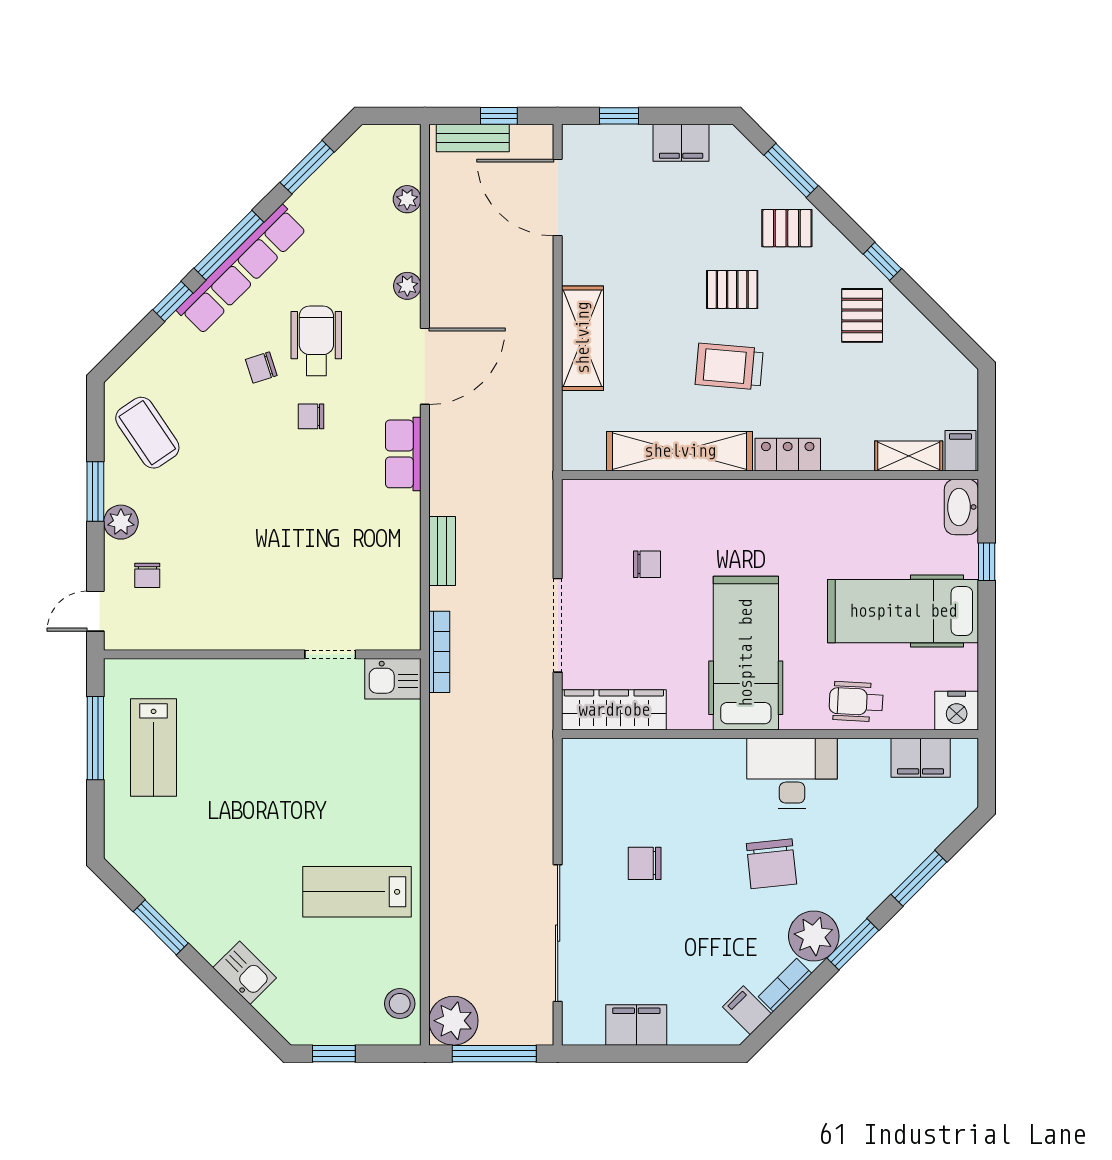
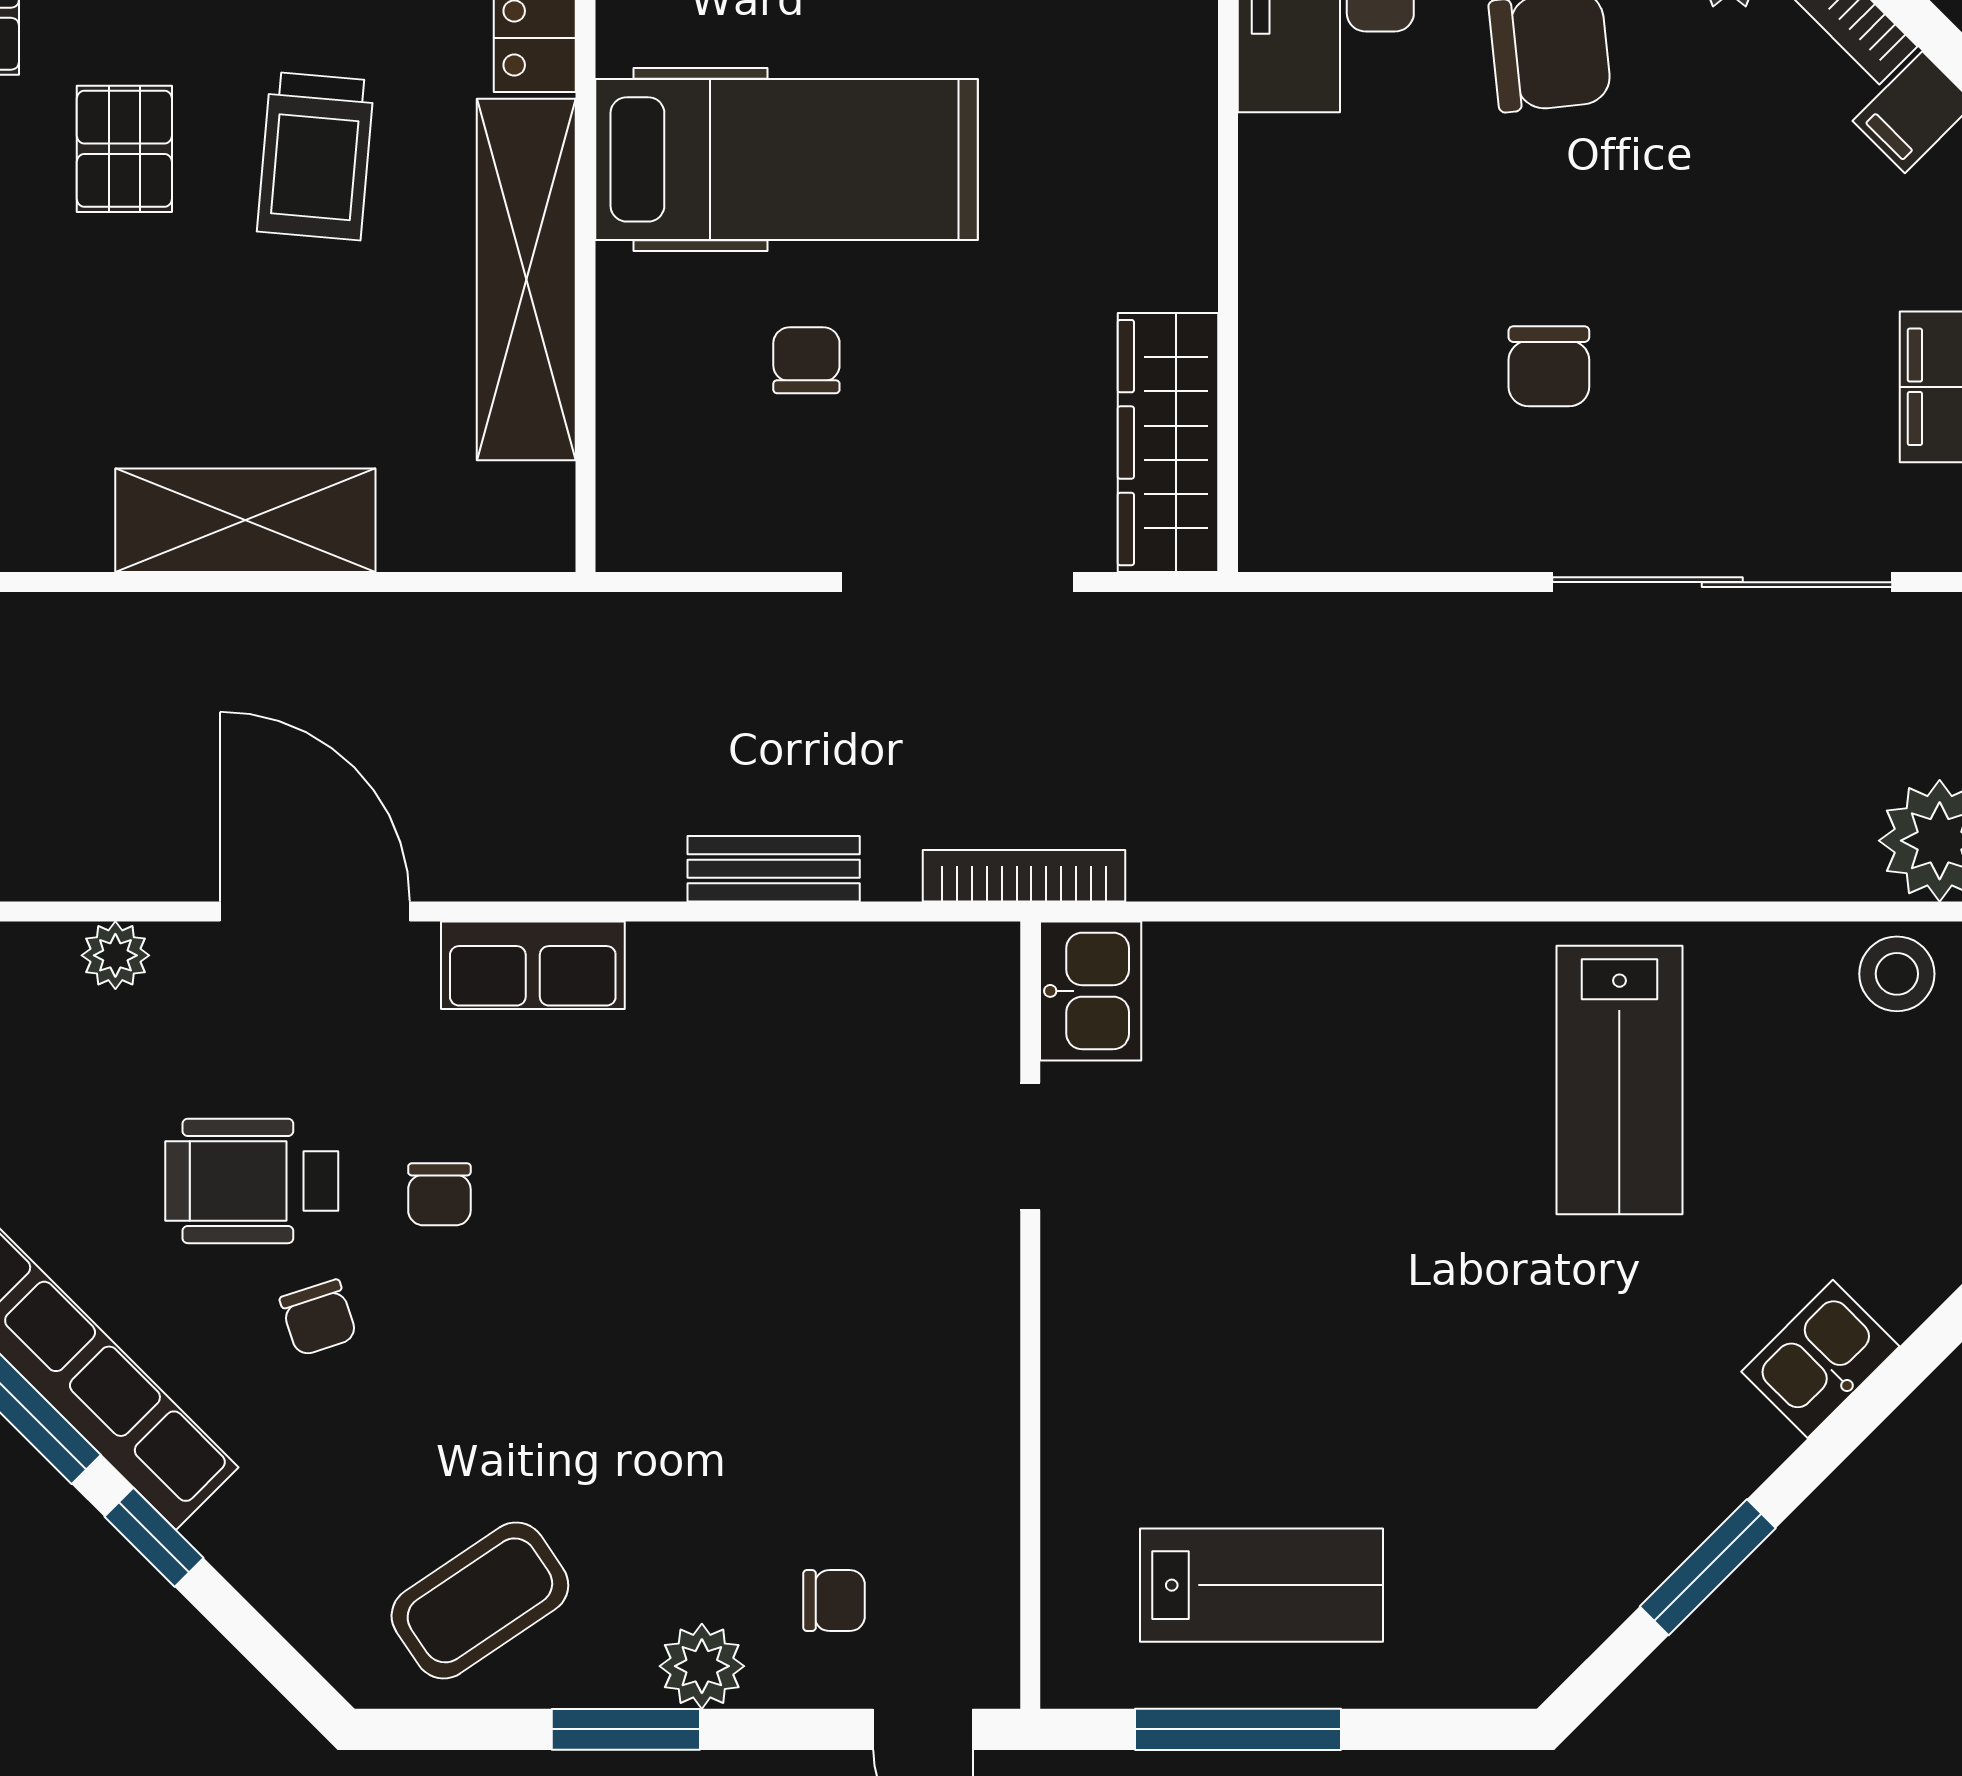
hospital bed: (746, 653) -> (787, 159), moved, turned 180

